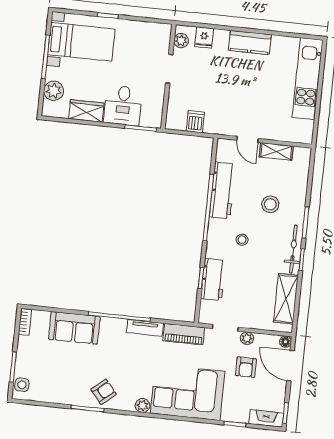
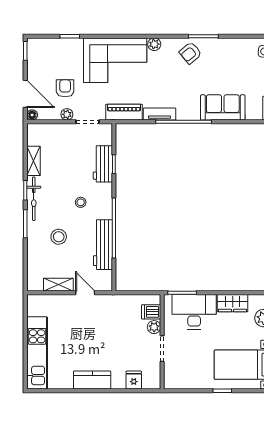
plant: (181, 41) -> (154, 327), moved
desk: (123, 105) -> (194, 312), width x1.37
dishwasher: (195, 122) -> (151, 312), moved, turned 90
shelving: (286, 299) -> (34, 161), width x0.67, depth x0.75
fireplace: (266, 418) -> (42, 44), removed

